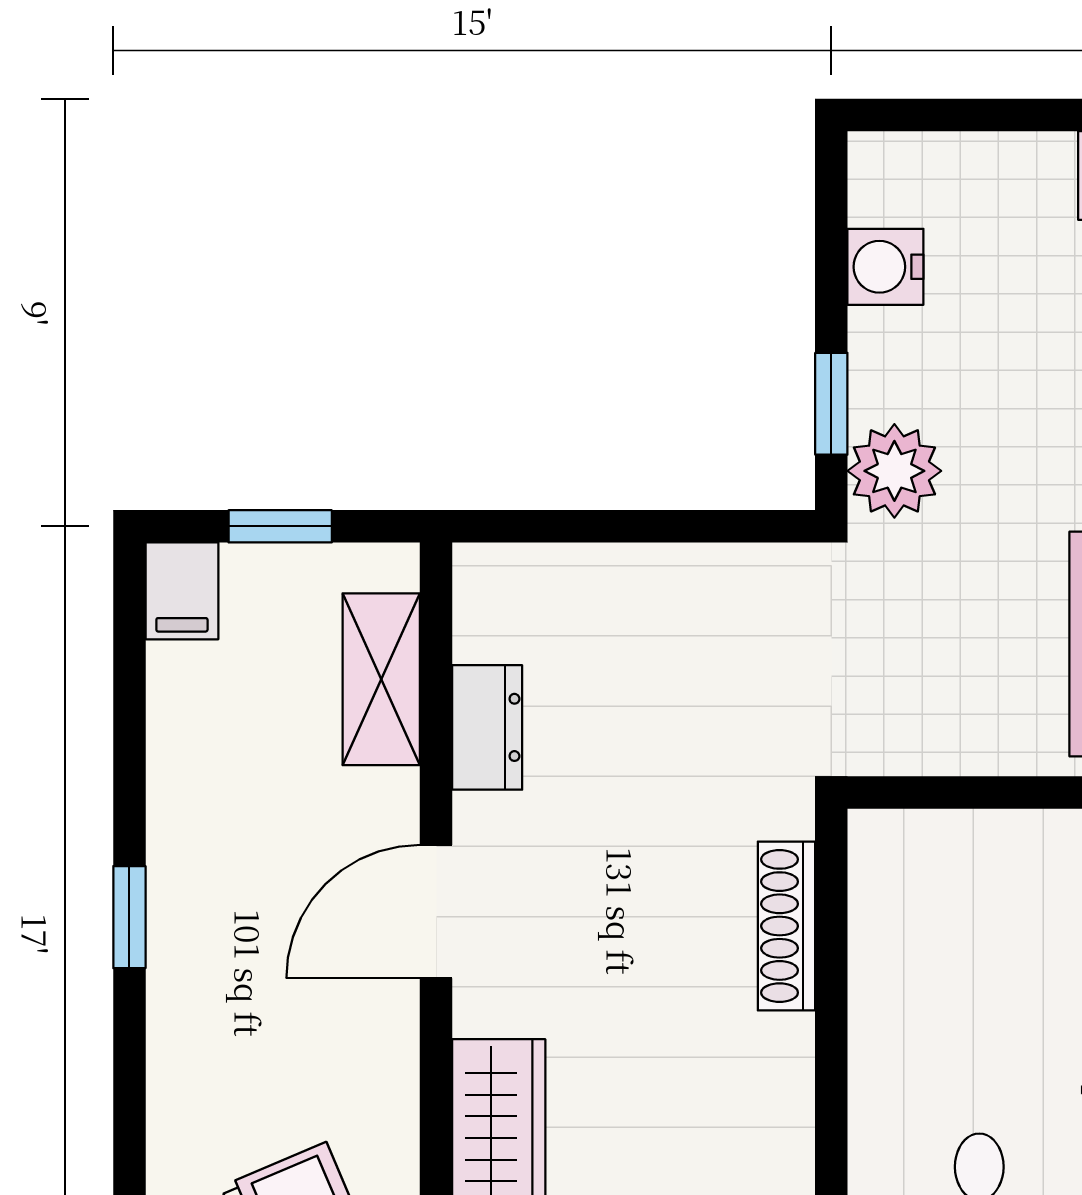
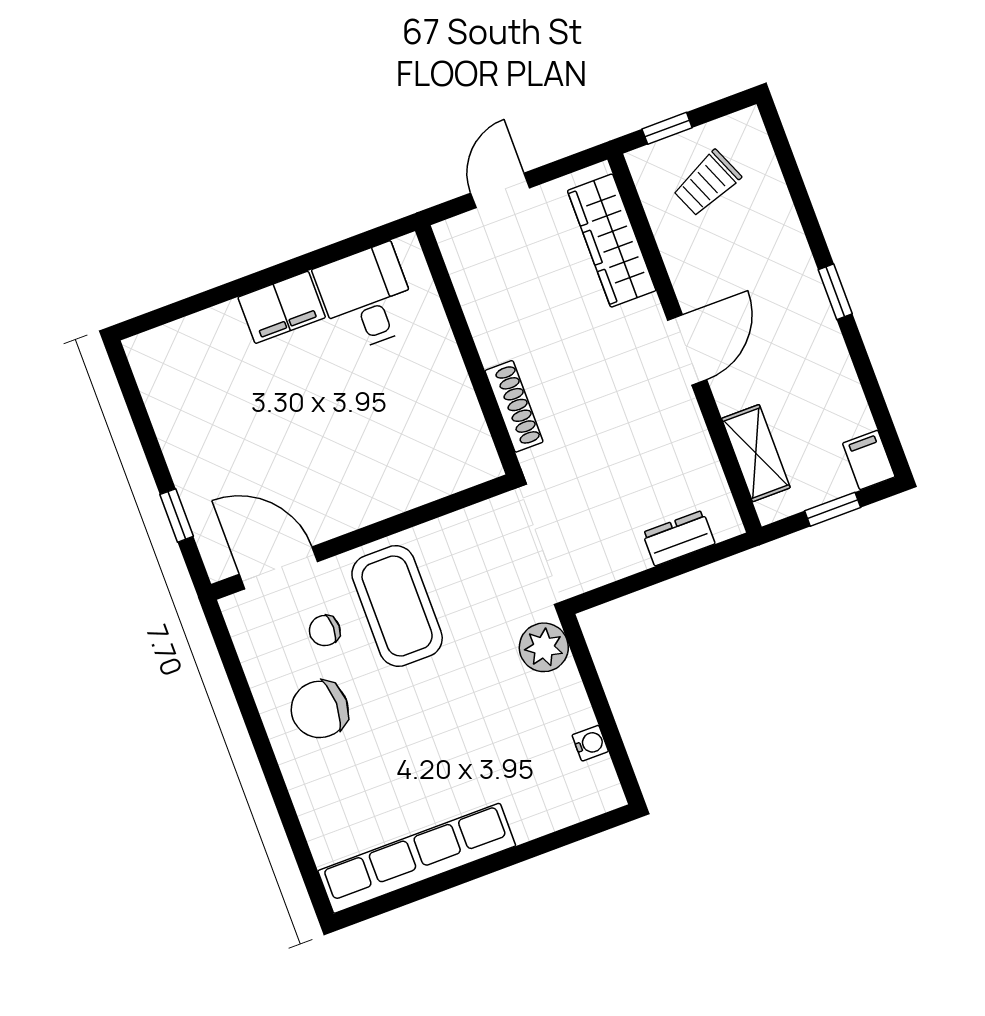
water cooler: (885, 267) -> (590, 743), width x0.72, depth x0.72
window: (831, 404) -> (587, 669), removed
dresser: (487, 727) -> (679, 538), moved, turned 90

